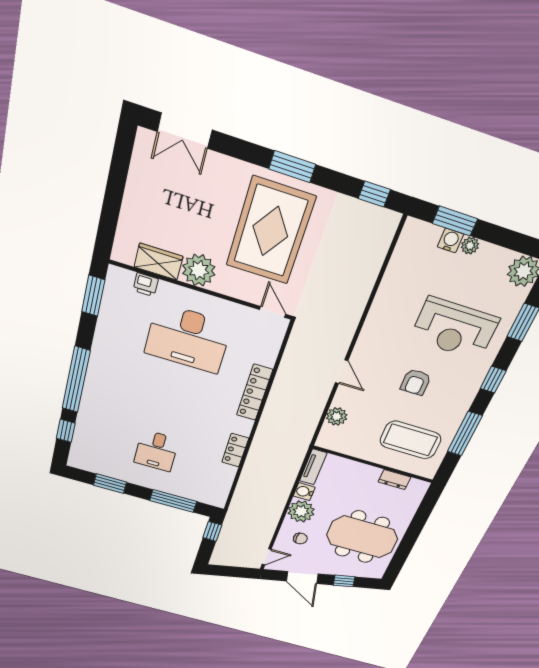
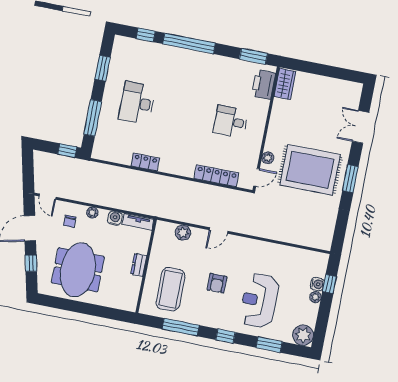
double door: (185, 131) -> (361, 127), moved
window: (374, 194) -> (340, 231), removed
window: (455, 221) -> (329, 284), width x0.67
wardrobe: (159, 262) -> (285, 84), moved
plant: (199, 270) -> (268, 158), moved, width x0.53, depth x0.53
printer: (146, 285) -> (263, 84), width x1.87, depth x1.48
desk: (188, 338) -> (230, 122), width x0.53, depth x0.77
armchair: (416, 382) -> (217, 283), turned -90
locker: (255, 393) -> (216, 176), moved
desk: (156, 451) -> (137, 103), width x1.37
dresser: (394, 480) -> (139, 265), moved
plant: (301, 511) -> (92, 213), width x0.53, depth x0.53

